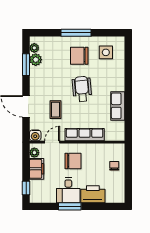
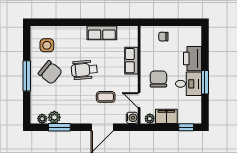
chair: (79, 56) -> (50, 72), turned -51
row of seats: (85, 135) -> (131, 61), width x0.68

